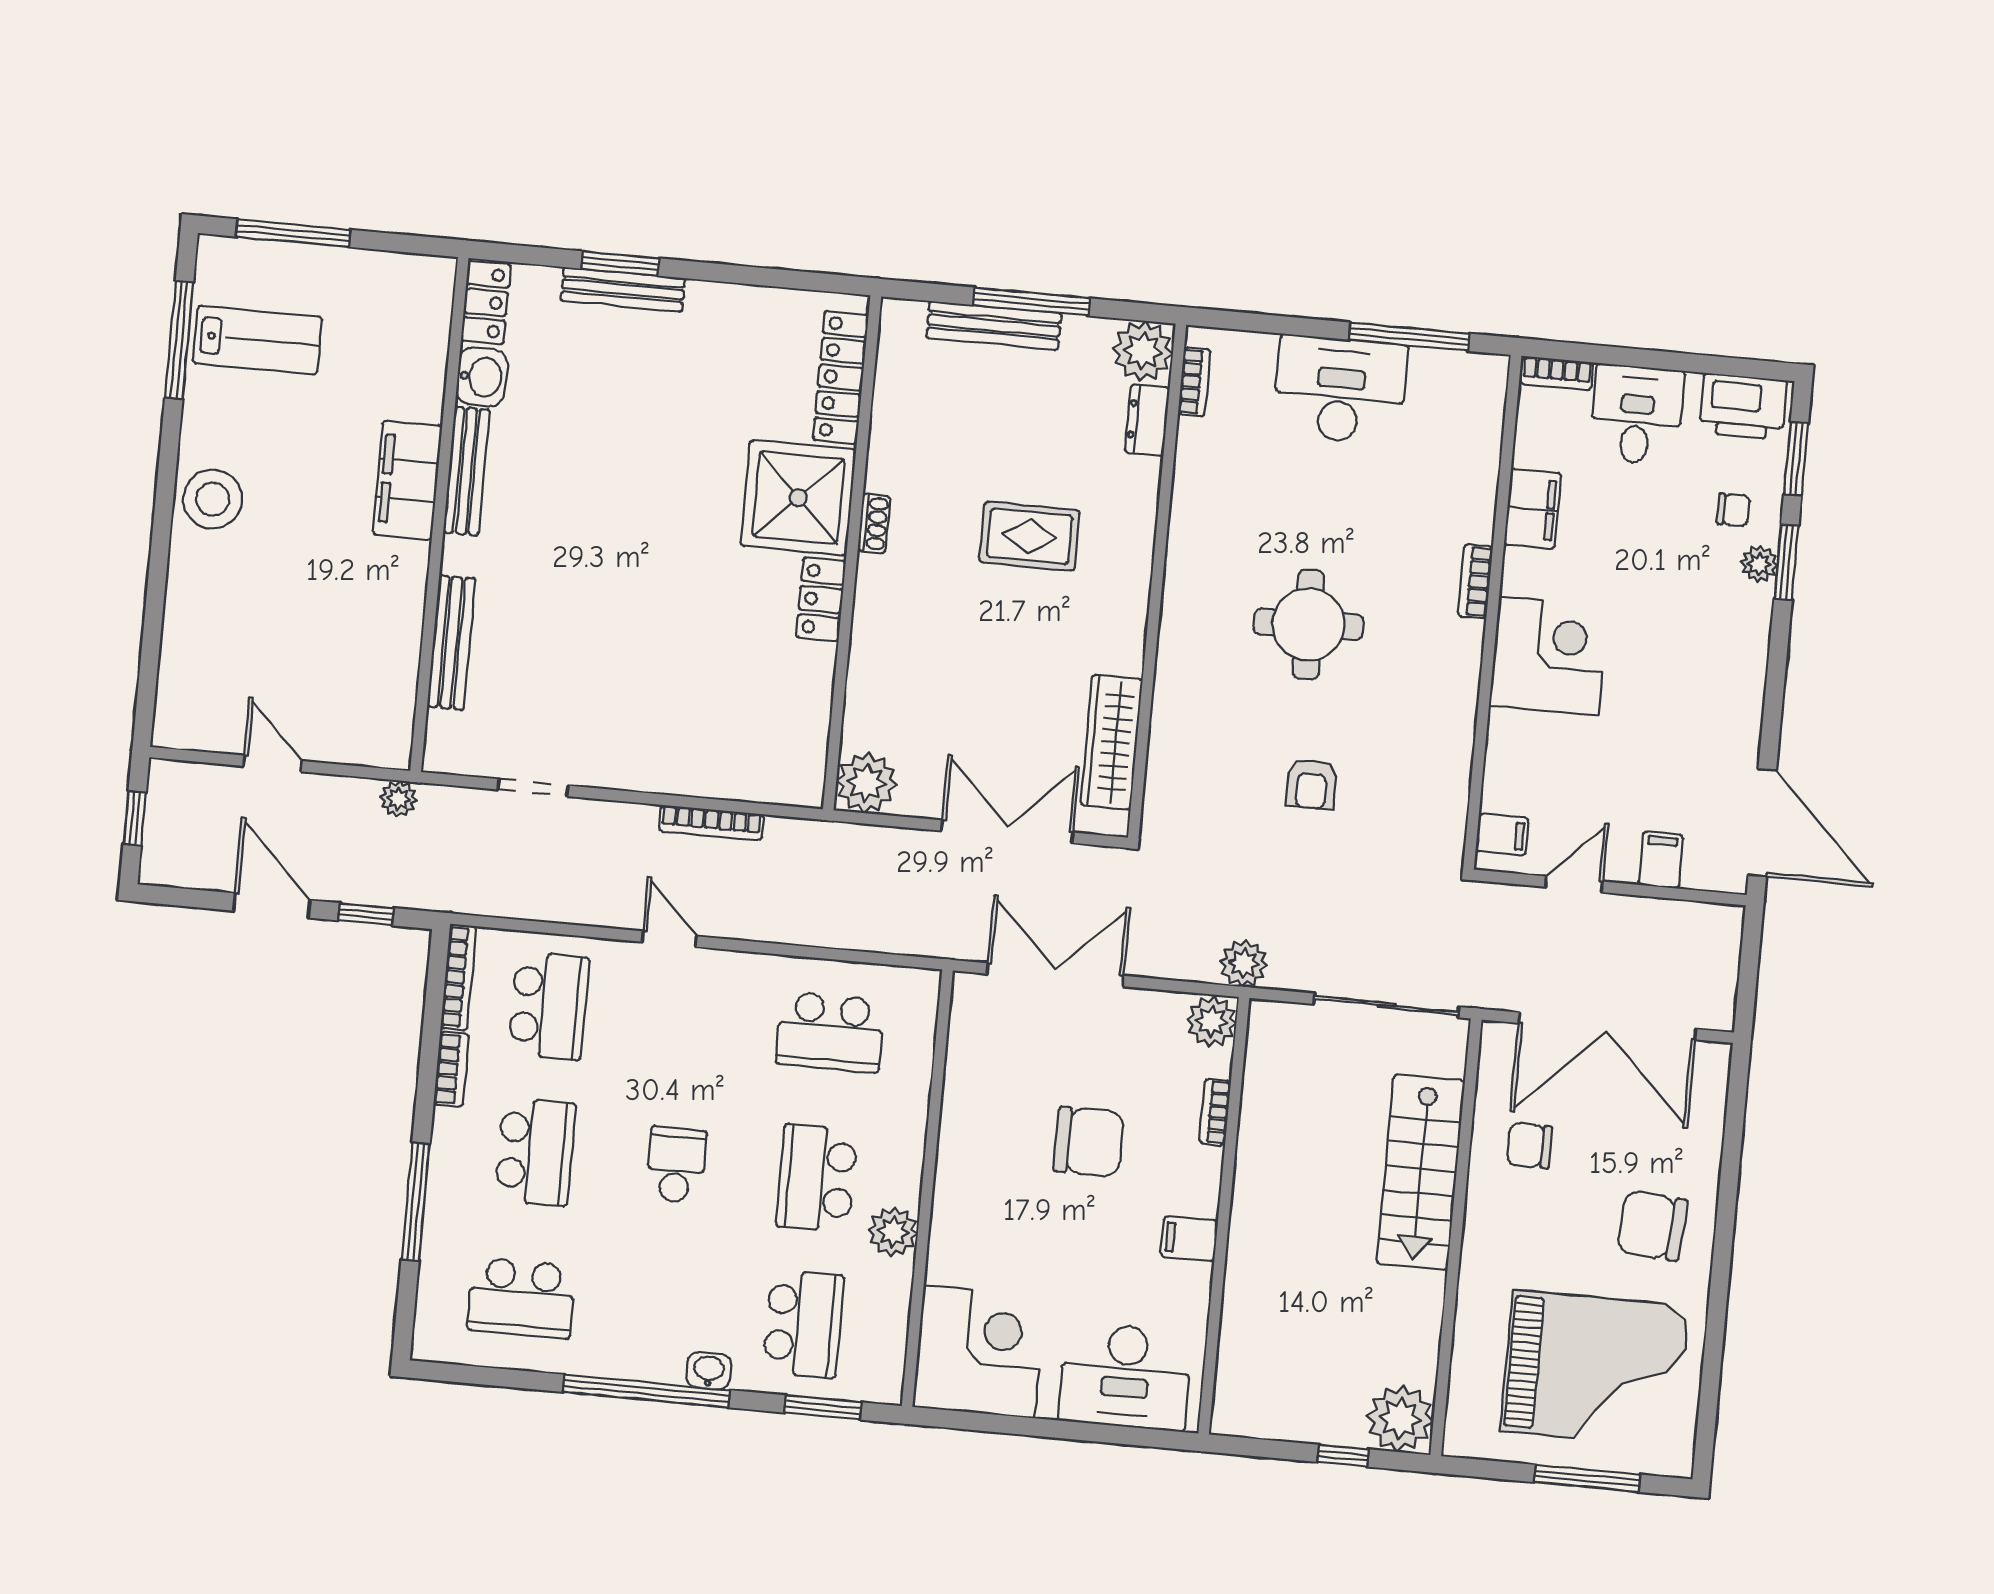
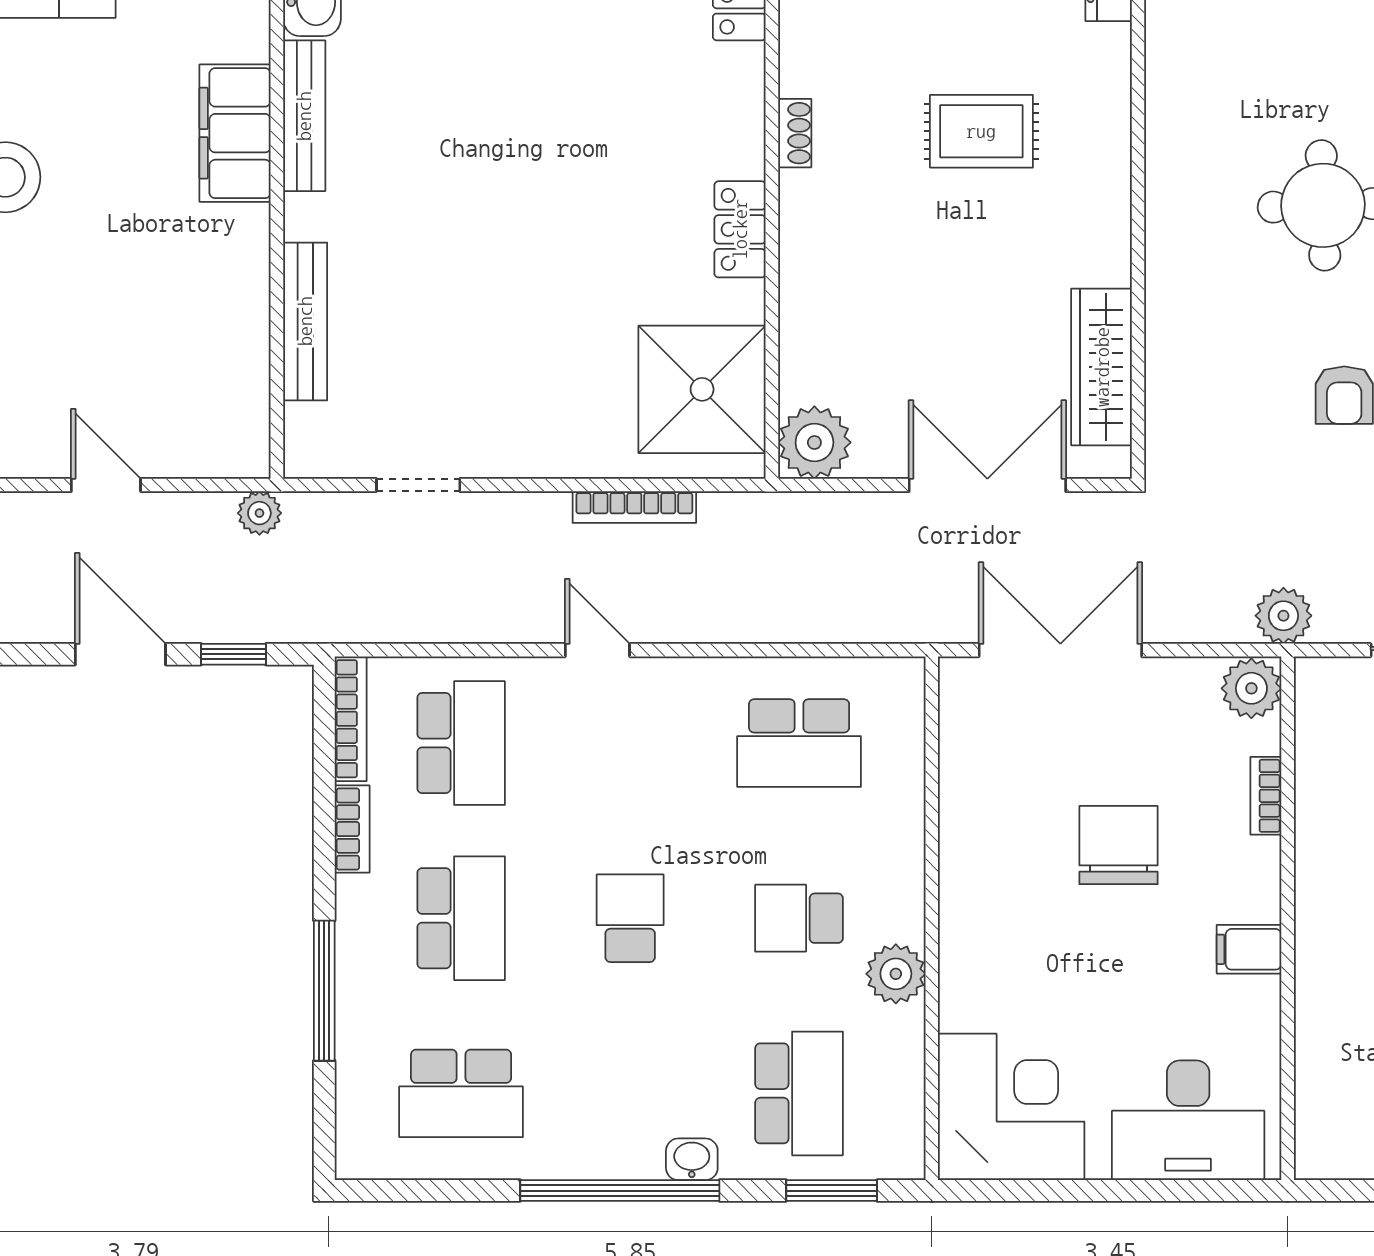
shower: (798, 498) -> (702, 389), moved
chair: (1089, 1142) -> (1118, 845), turned -90
school desk: (817, 1178) -> (799, 918), width x0.54

